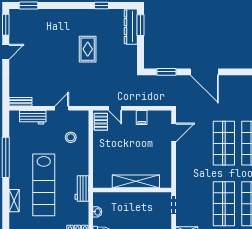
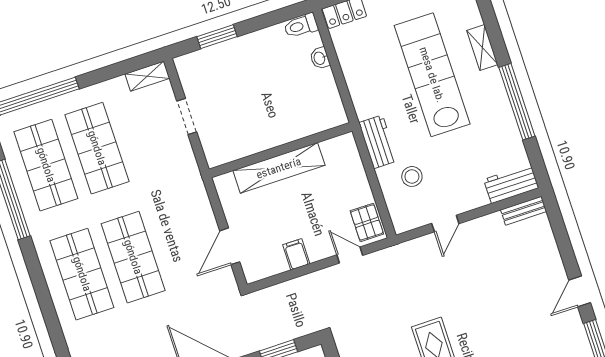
workbench: (33, 117) -> (511, 184), moved
shelving: (136, 181) -> (279, 168), moved
workbench: (82, 189) -> (378, 142), moved
wall: (132, 190) -> (281, 150), moved
shelving: (14, 201) -> (482, 47), moved

